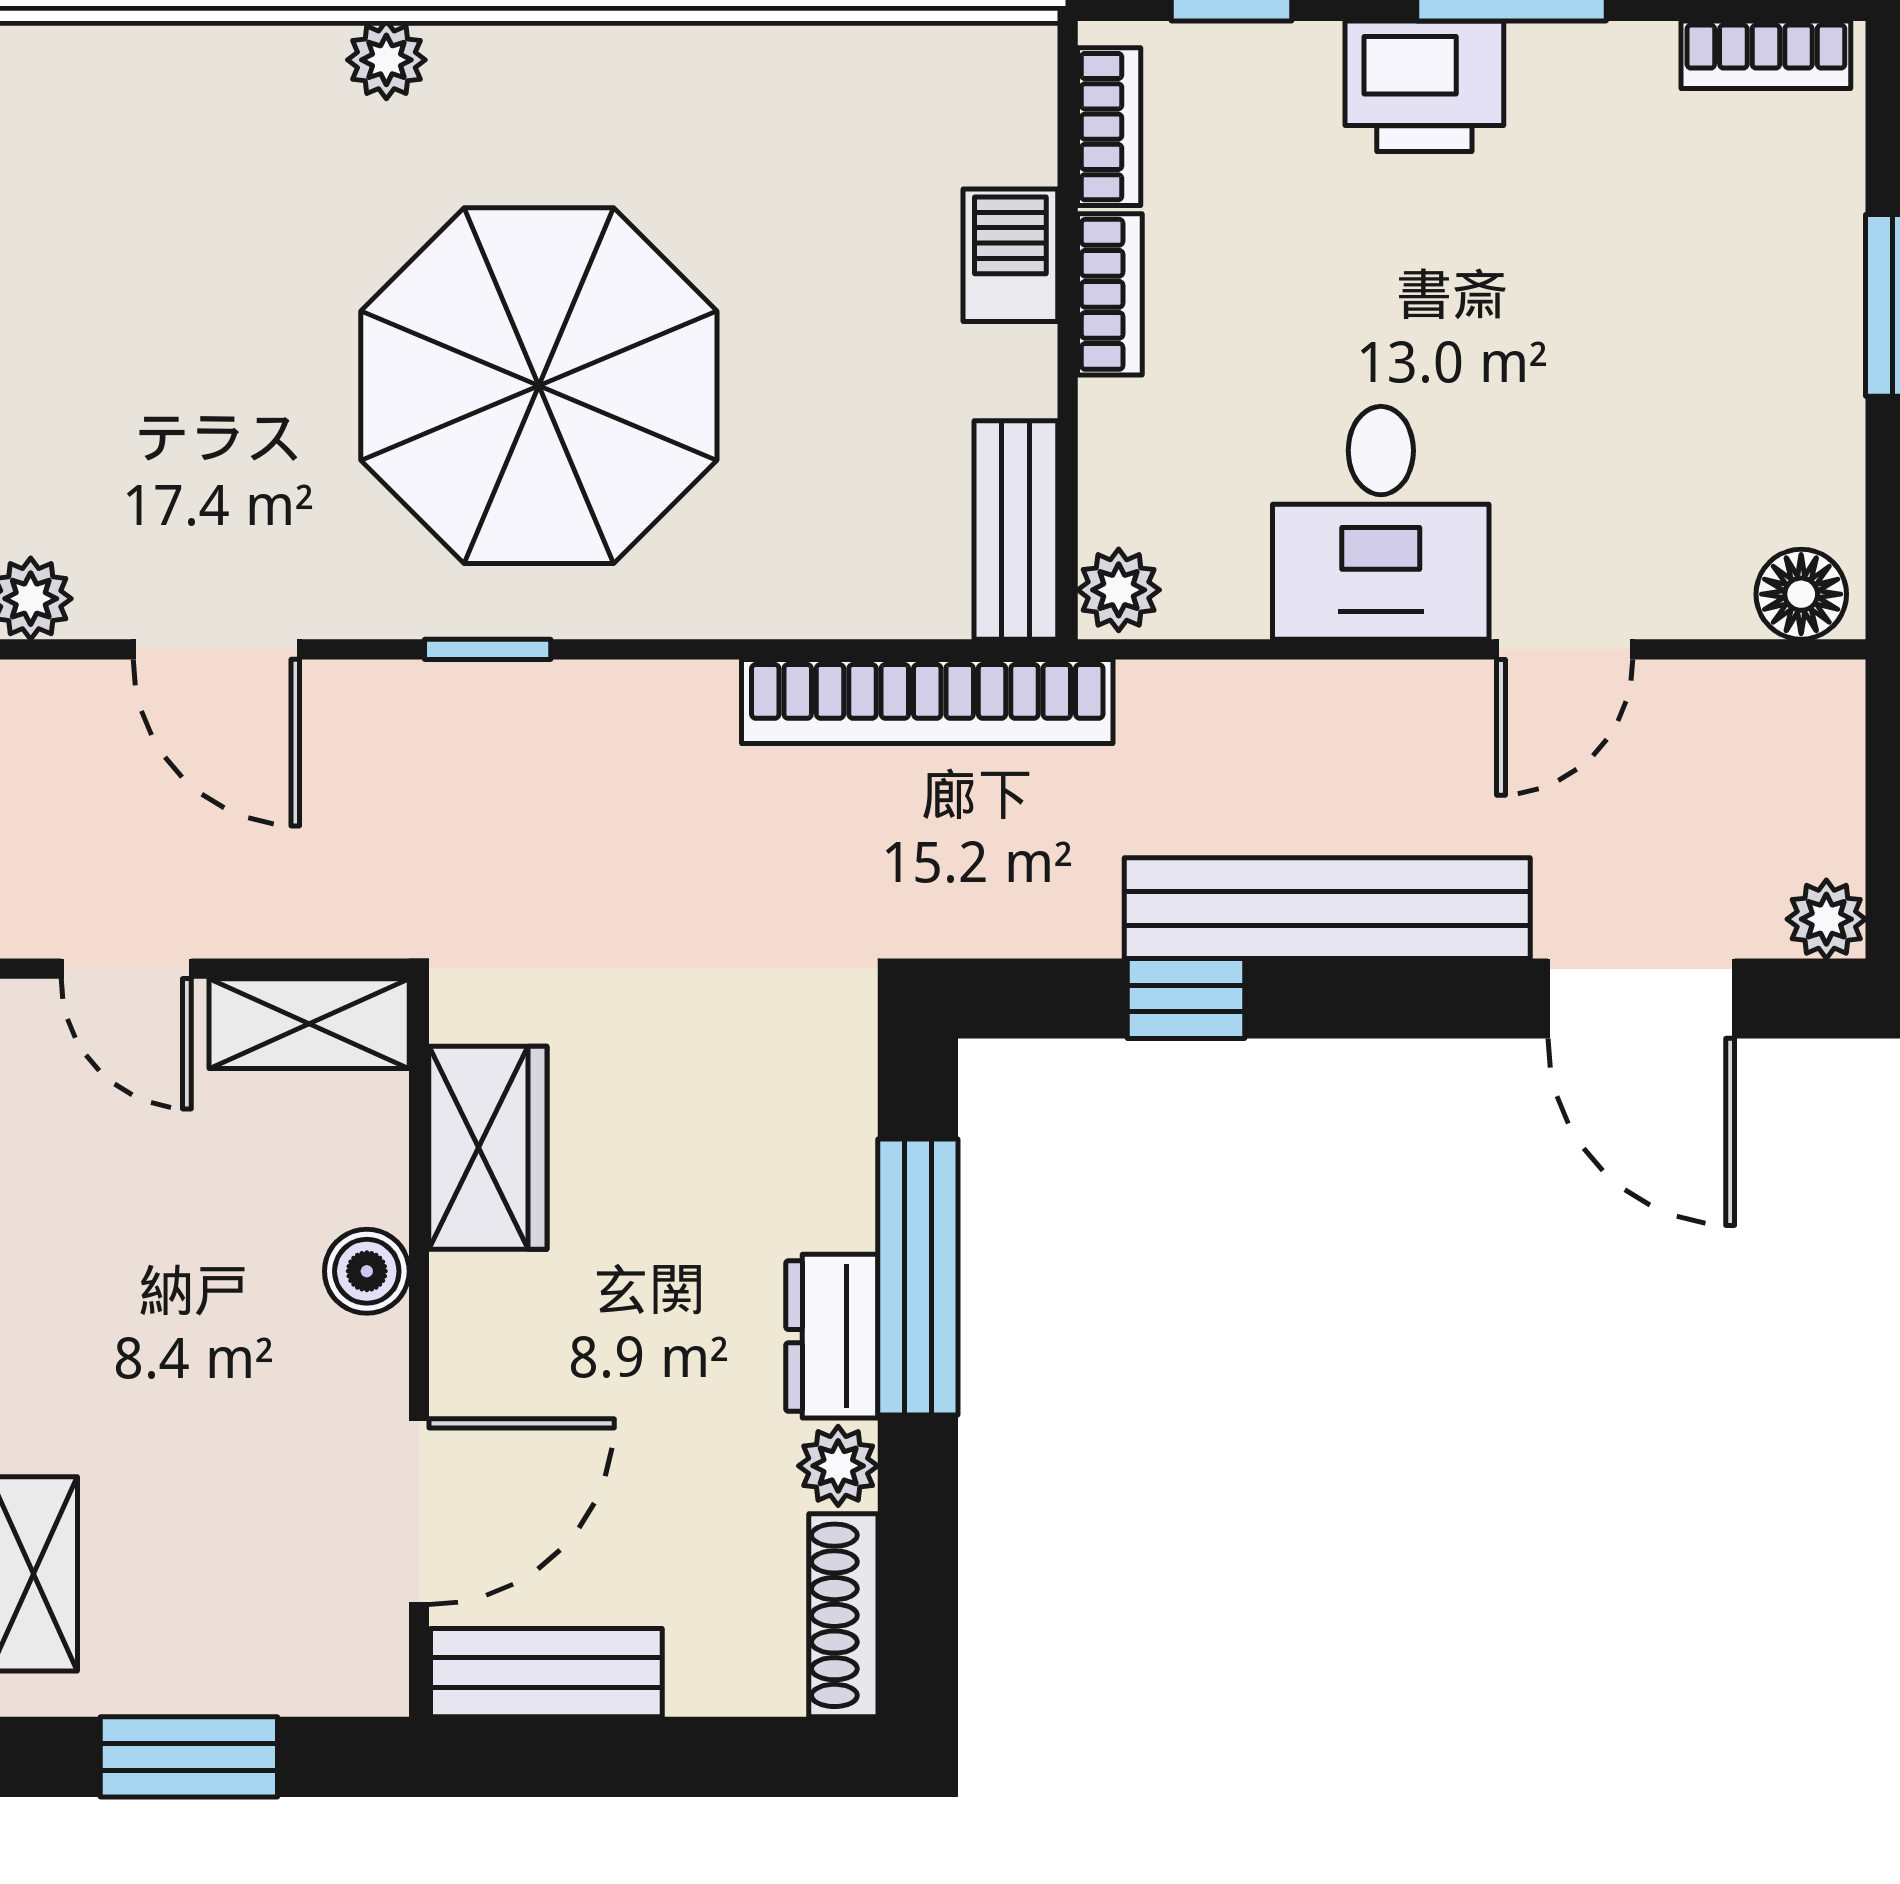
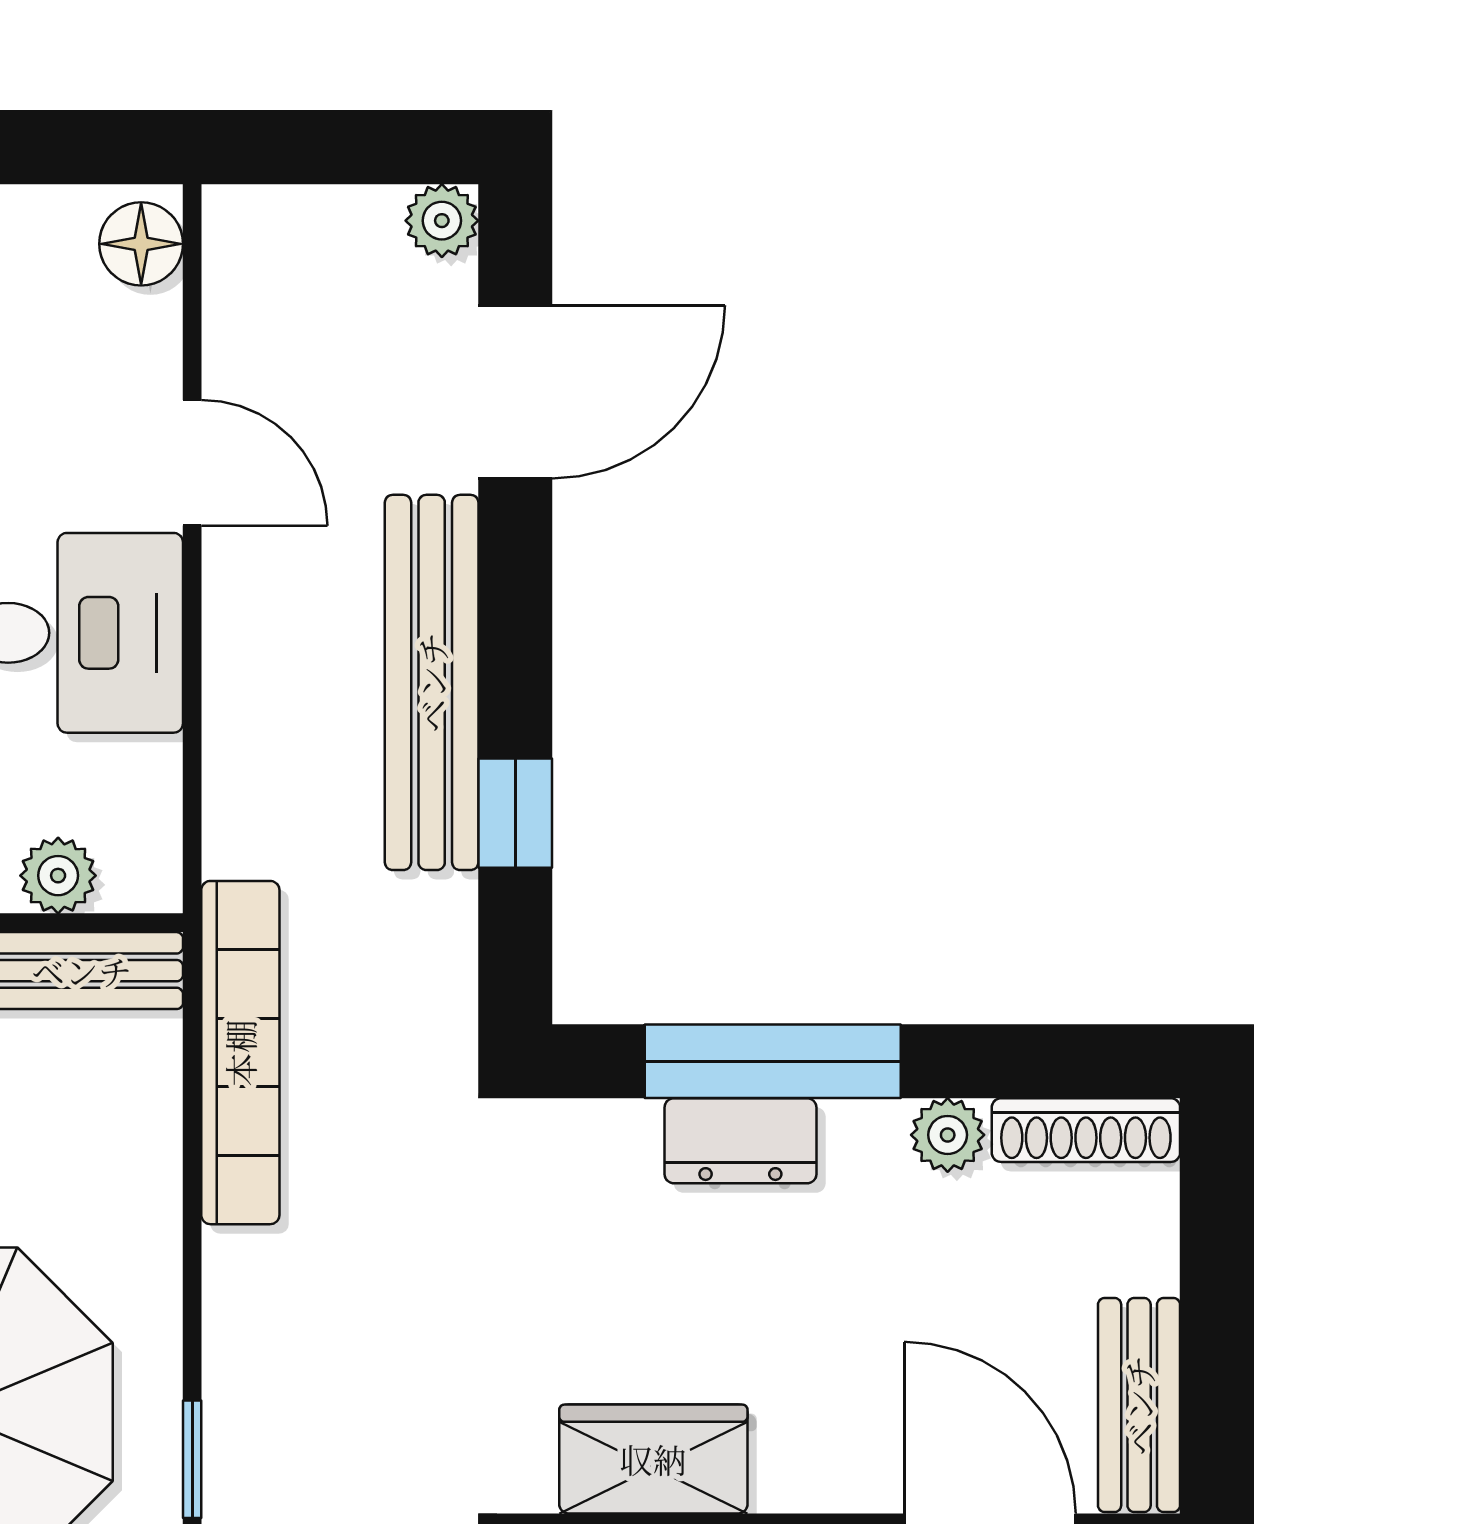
plant: (1119, 590) -> (58, 876), moved
dresser: (832, 1336) -> (740, 1141), moved

